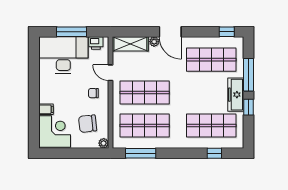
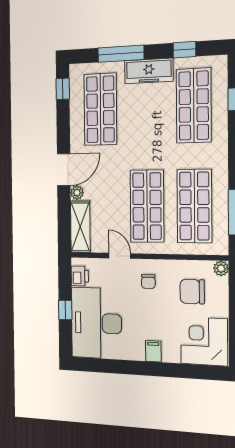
window: (72, 32) -> (65, 310), width x0.46
door: (111, 73) -> (120, 256), swing flipped
window: (248, 107) -> (184, 50), moved
filing cabinet: (46, 109) -> (153, 351), moved
chair: (88, 124) -> (192, 292), turned 96

